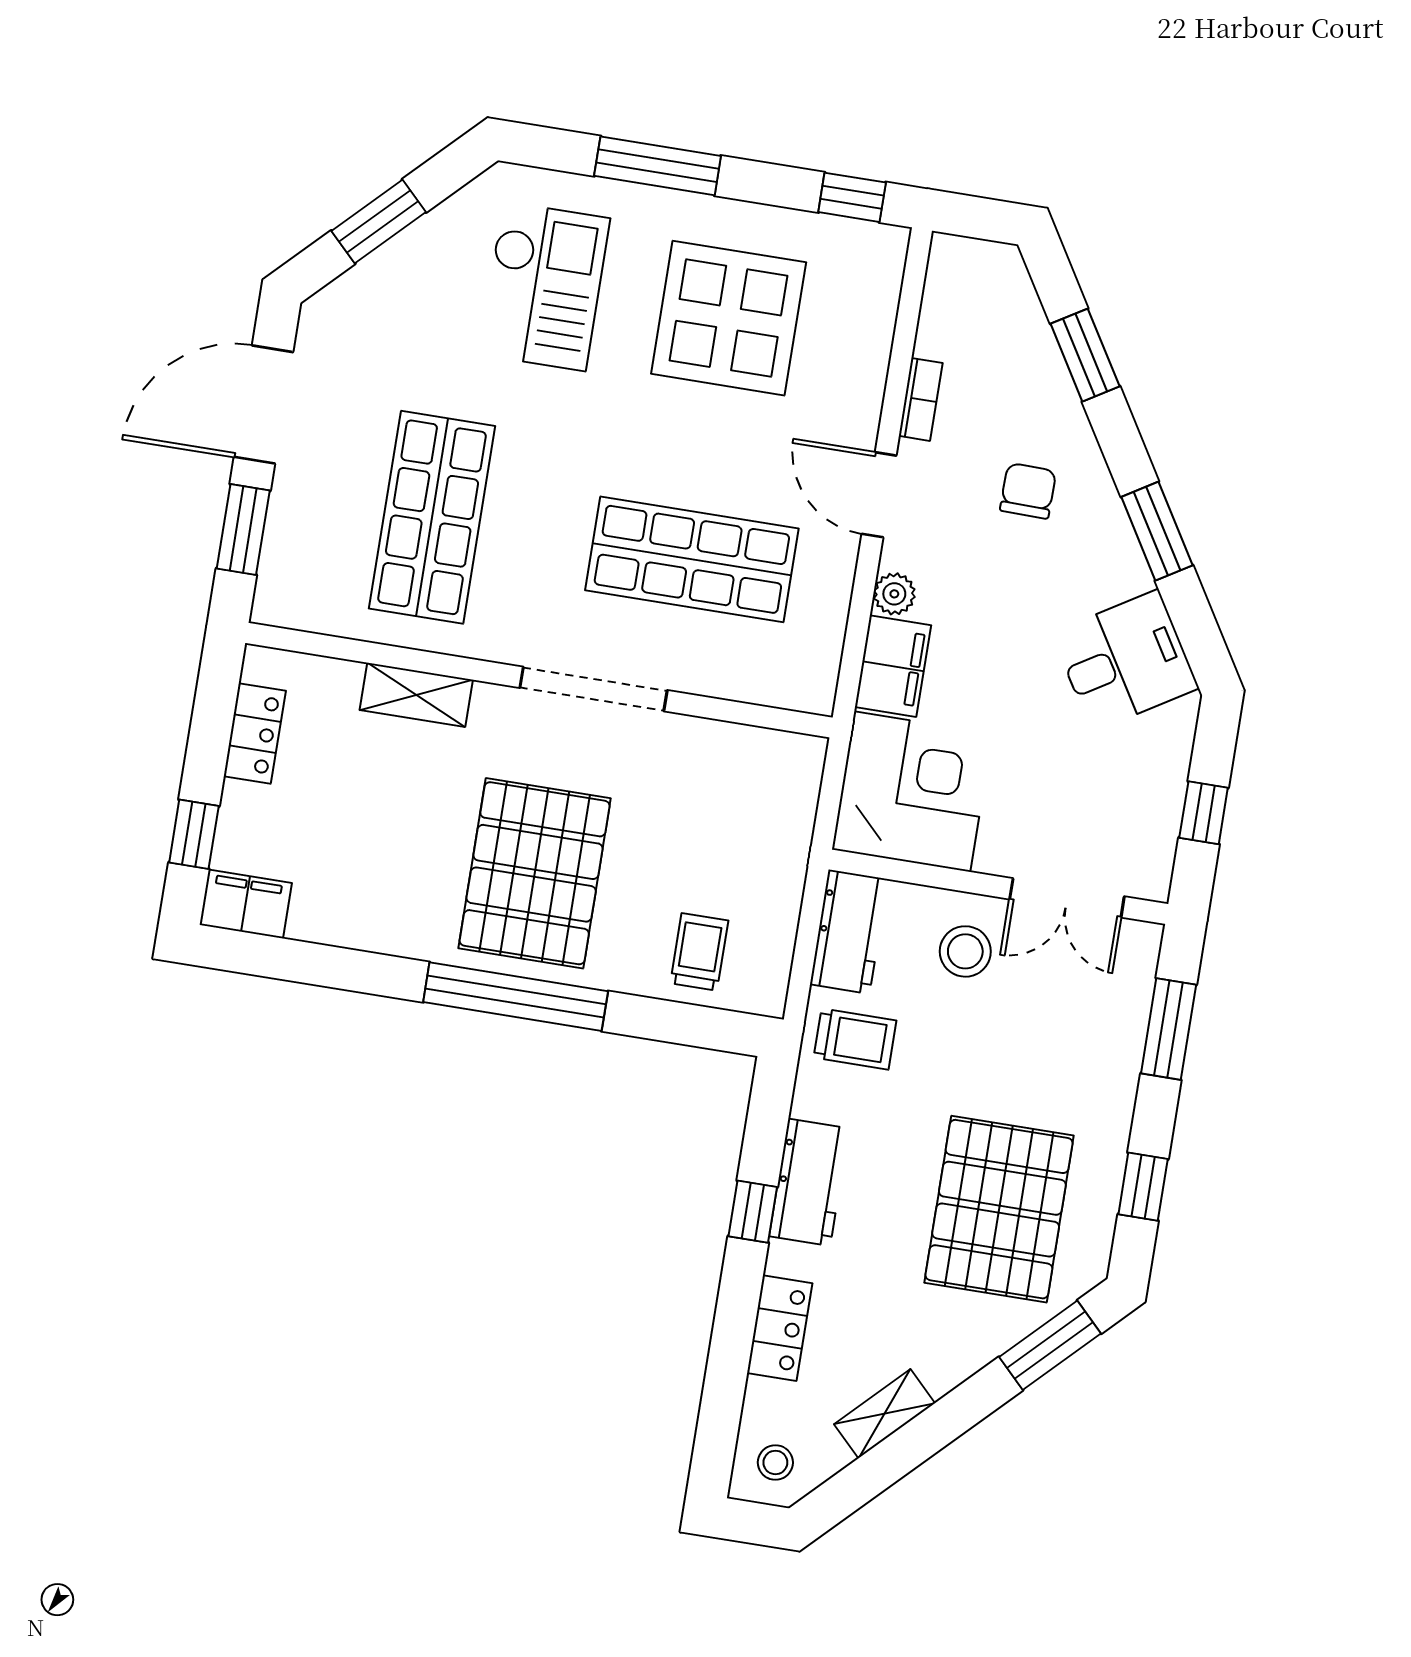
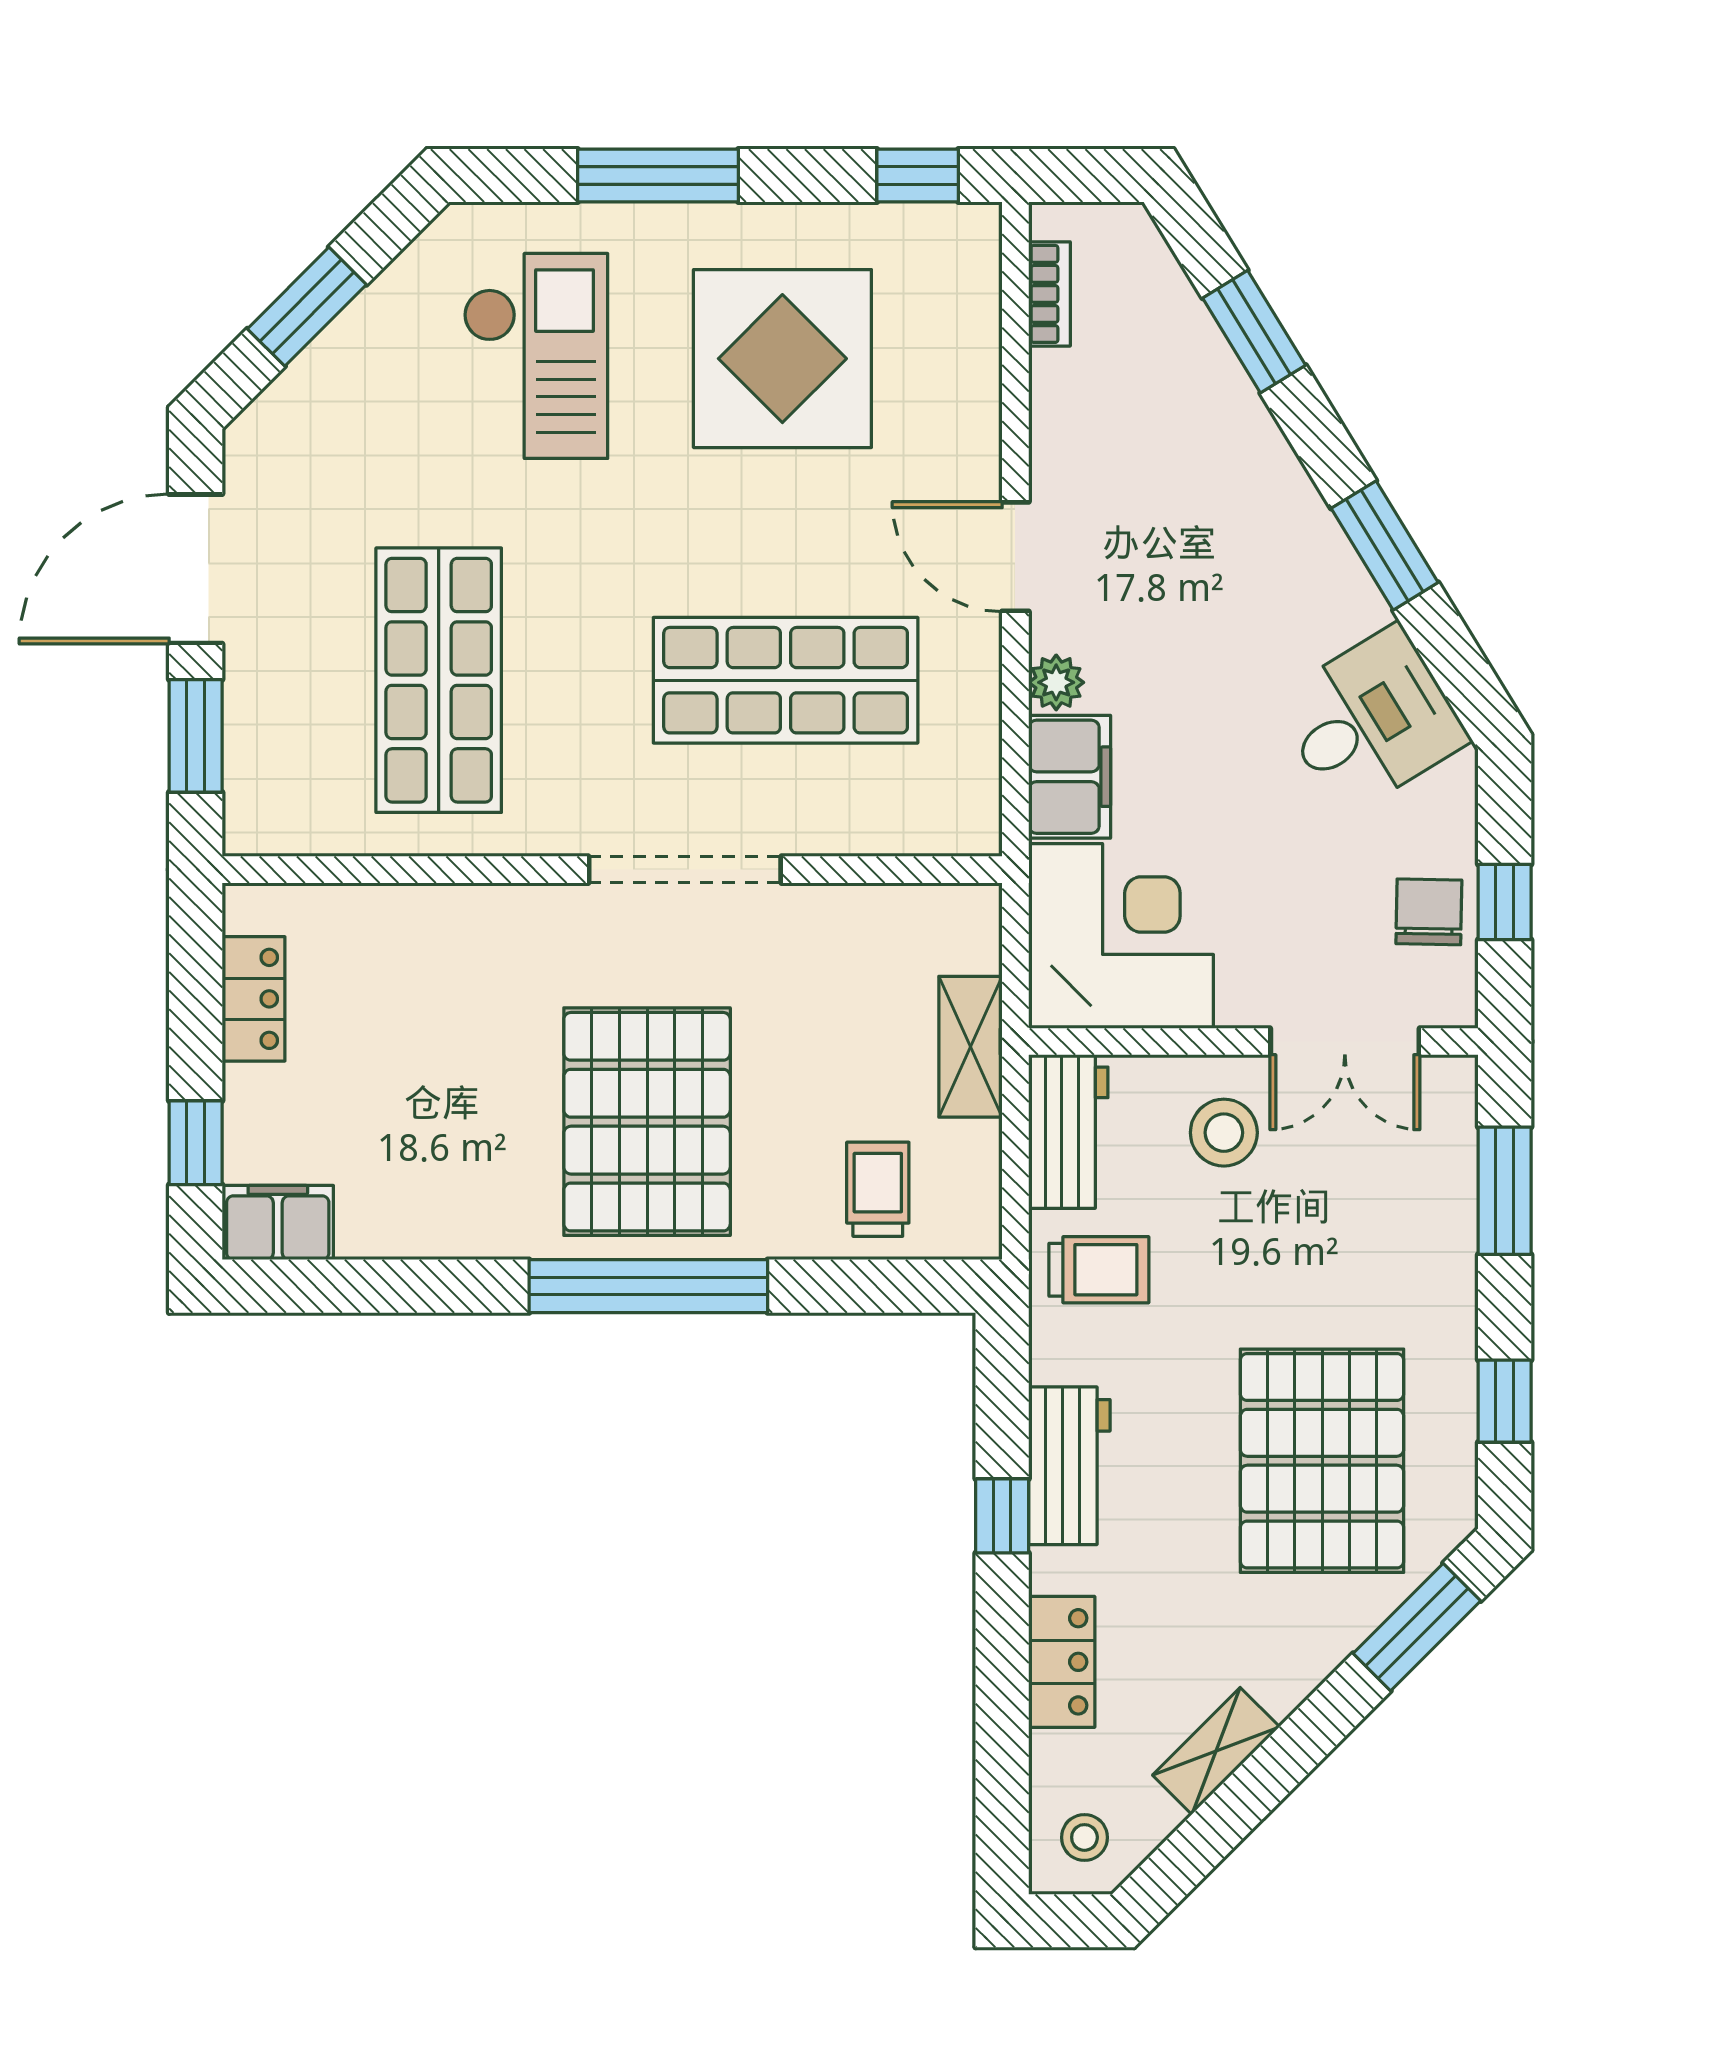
bookcase: (921, 399) -> (1049, 294), moved
chair: (1028, 491) -> (1429, 912), moved
shelving: (416, 695) -> (970, 1047), moved, turned 90

